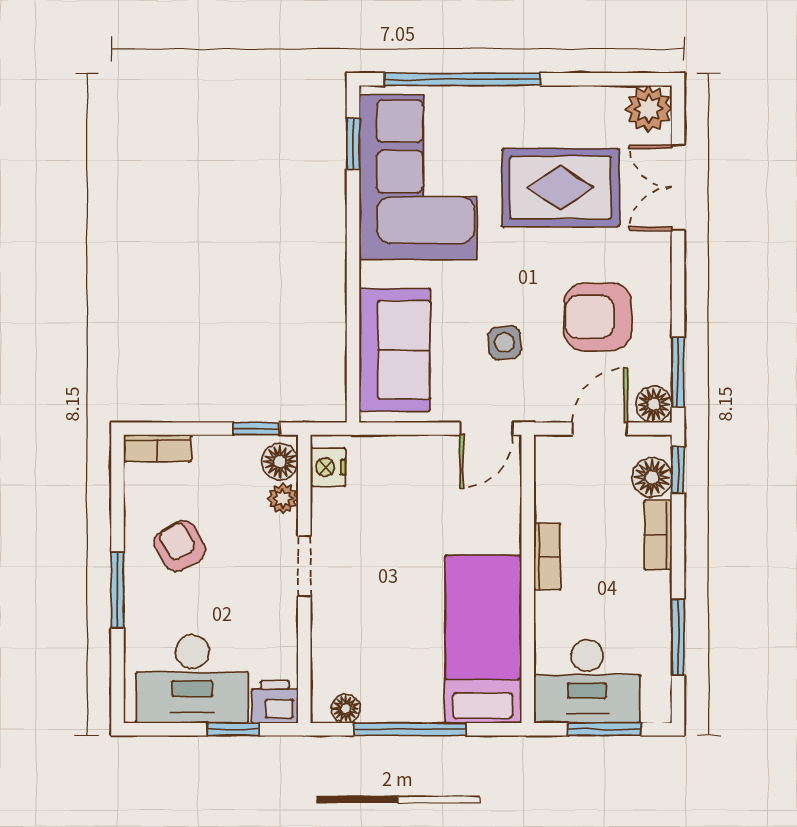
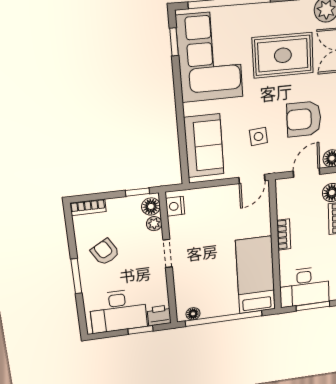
window: (410, 729) -> (224, 318), width x1.46

